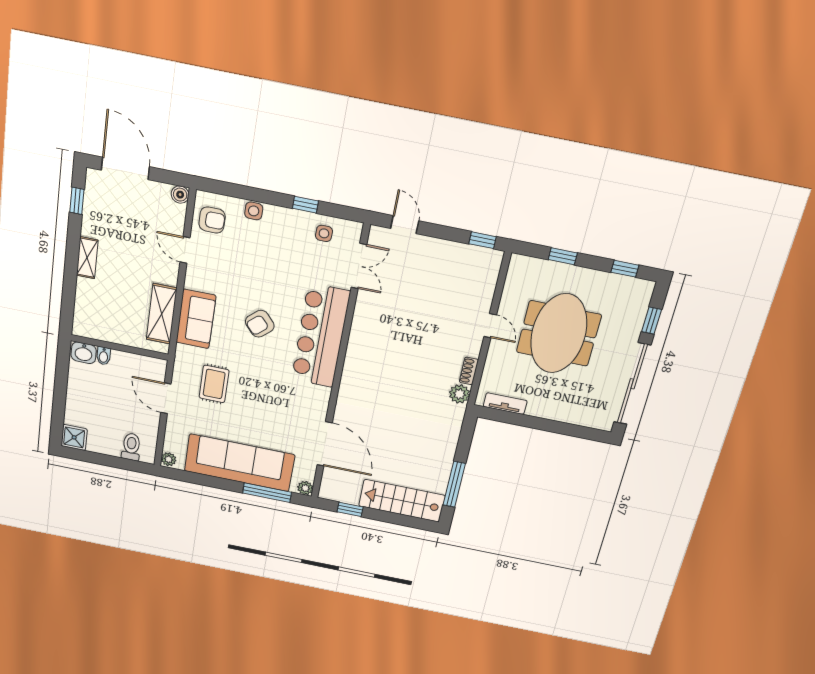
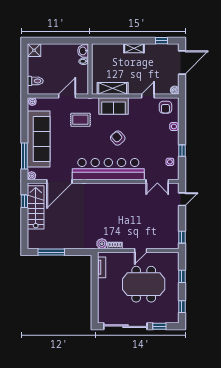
bar counter: (321, 336) -> (108, 169), width x1.36
stairs: (402, 501) -> (36, 207), moved

